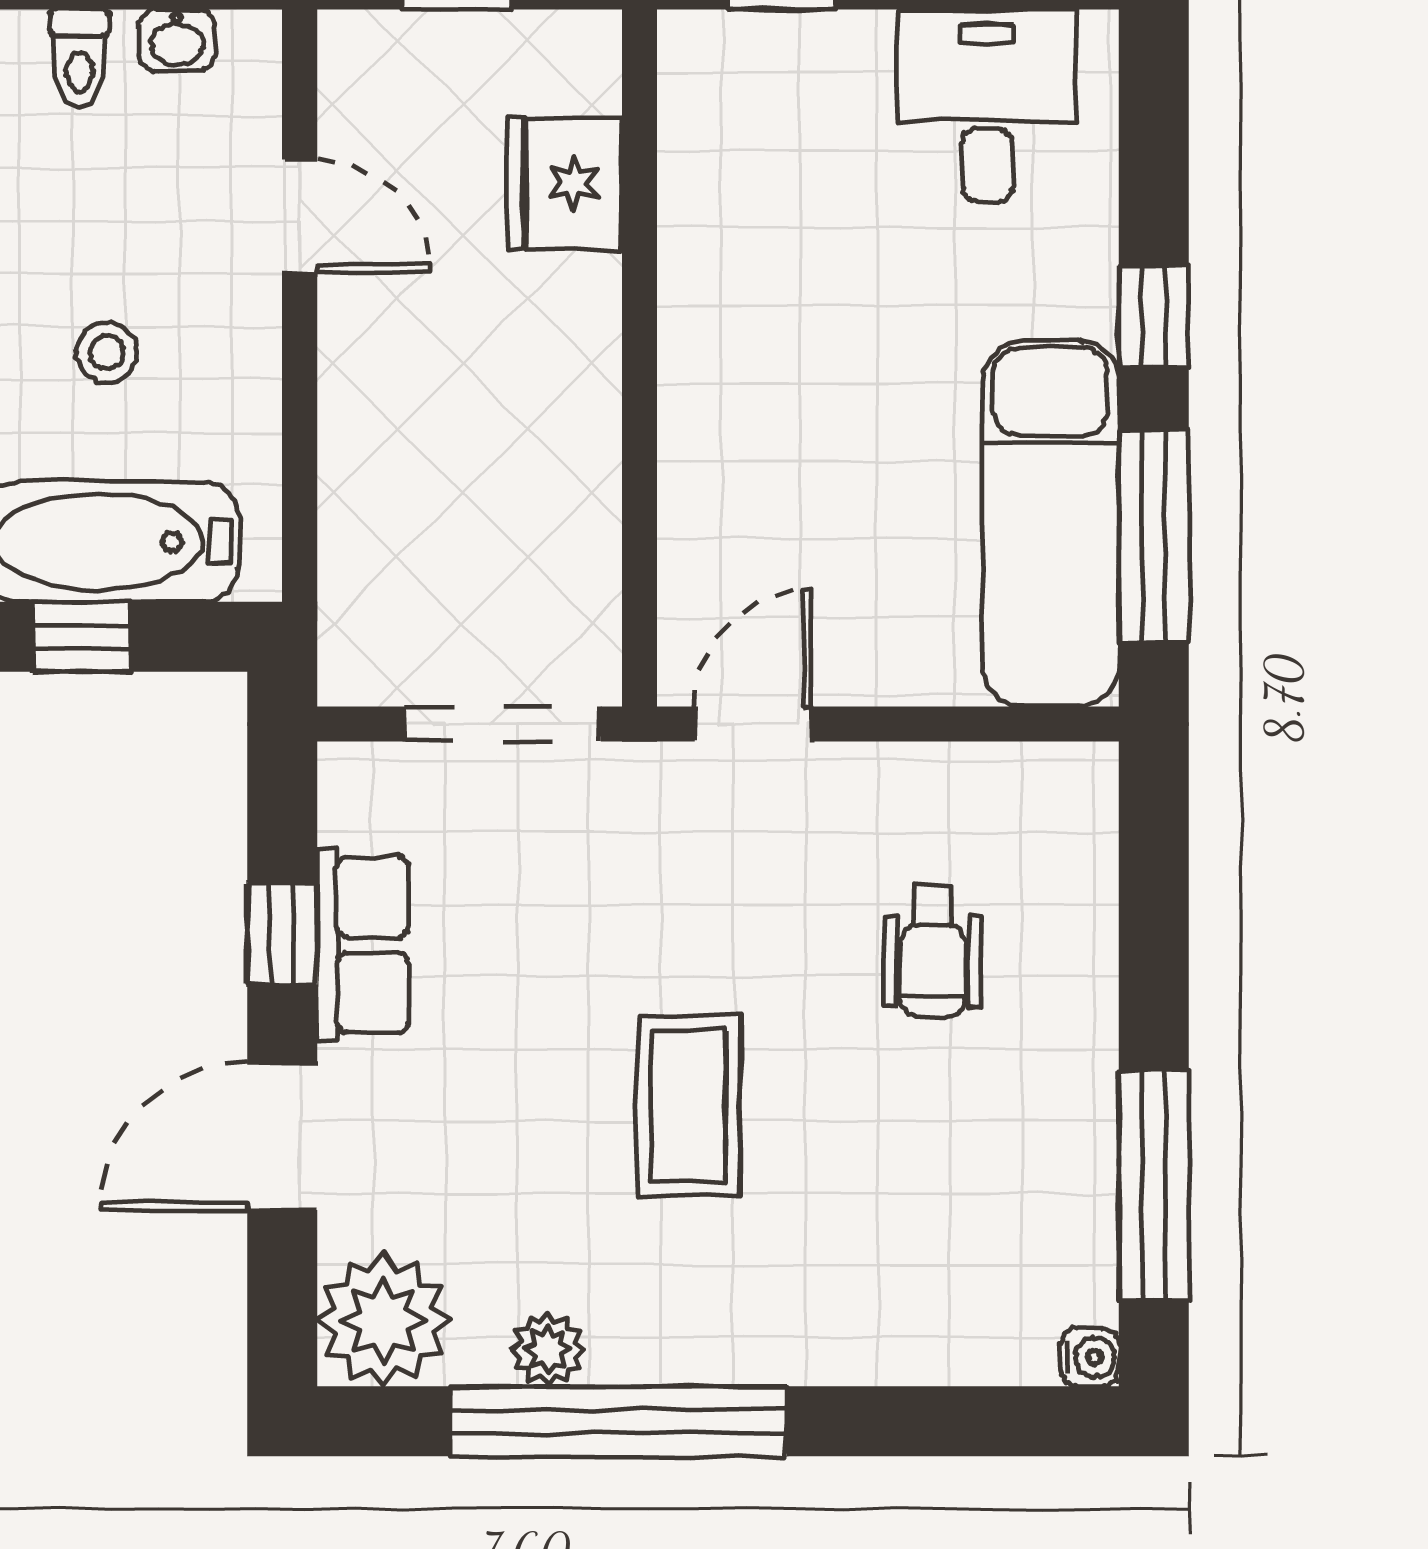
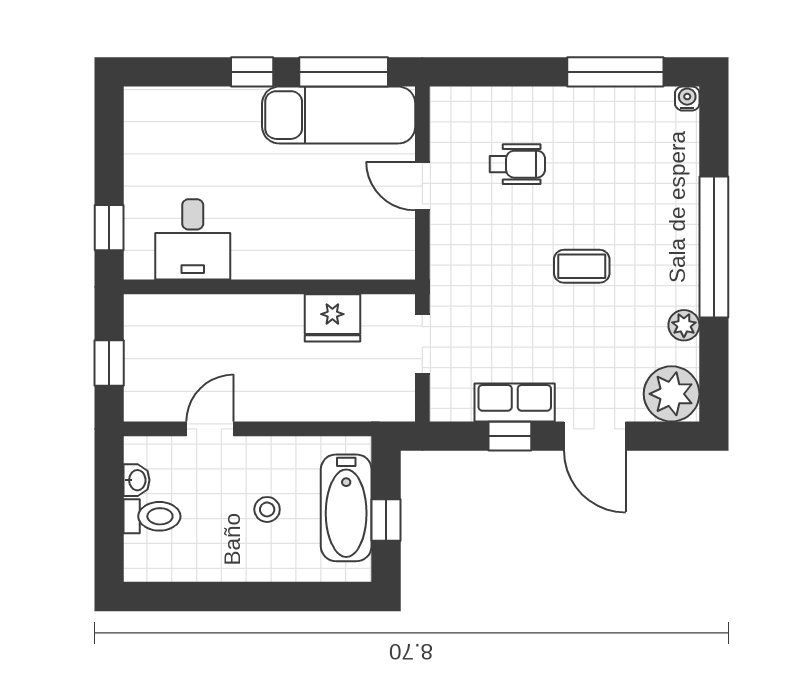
toilet: (79, 58) -> (152, 516), width x1.37, depth x1.39
desk: (987, 105) -> (193, 239), moved, turned -90
fridge: (565, 183) -> (332, 318), moved
doorway: (503, 724) -> (422, 344), width x0.73
door: (753, 724) -> (422, 186), moved
coffee table: (689, 1105) -> (582, 266), width x0.73, depth x0.77
window: (618, 1421) -> (714, 247), moved

